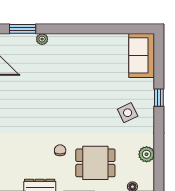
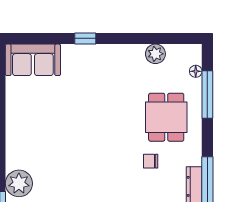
plant: (42, 39) -> (19, 183), width x1.88, depth x1.88
side table: (128, 113) -> (104, 77), removed

